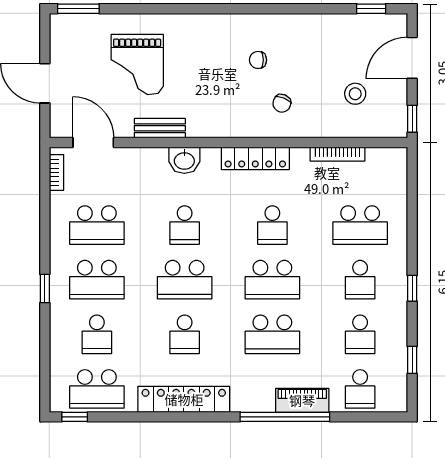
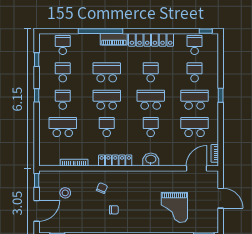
grand piano: (137, 65) -> (174, 207), turned 180
bench: (160, 128) -> (163, 176), removed
door: (93, 143) -> (196, 168), swing flipped
school desk: (97, 389) -> (195, 45), width x0.54
piano: (302, 400) -> (114, 39), moved

